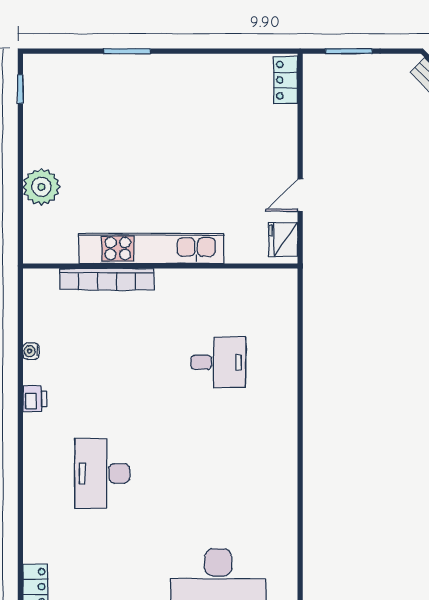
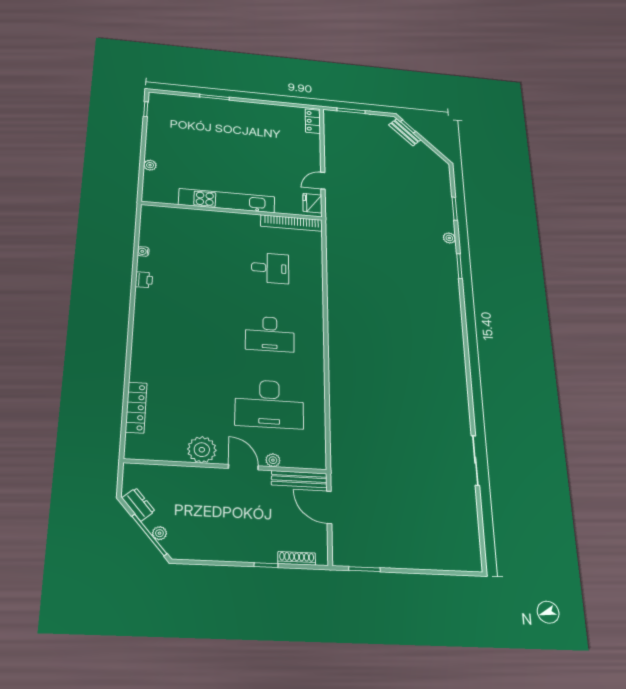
plant: (41, 187) -> (150, 165), width x0.53, depth x0.53
bookcase: (107, 279) -> (292, 223), moved
desk: (102, 473) -> (270, 334), moved, turned -90

